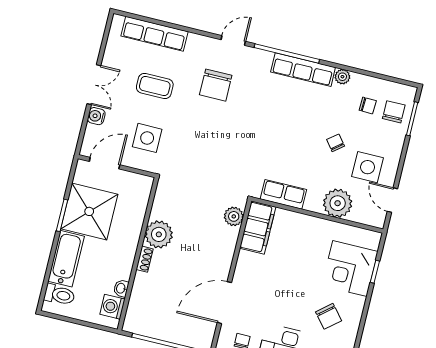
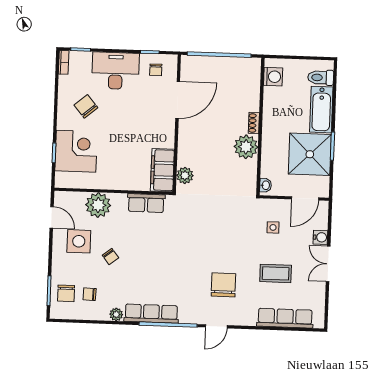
side table: (147, 138) -> (273, 227), width x0.54, depth x0.54
washbasin: (121, 288) -> (265, 185), moved

